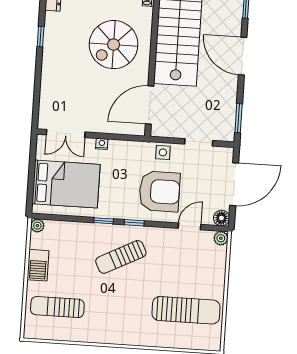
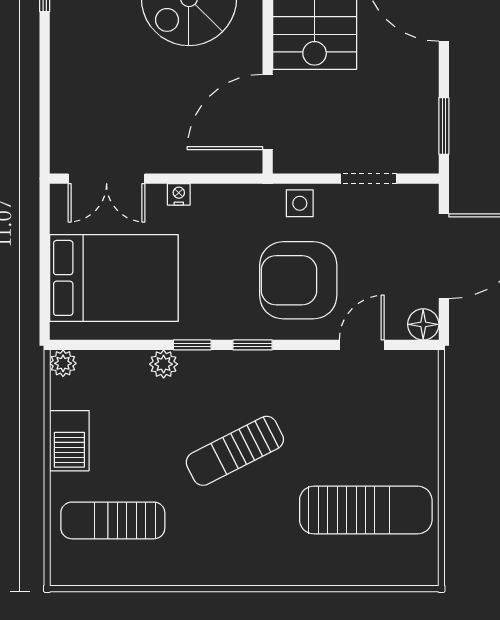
armchair: (160, 191) -> (298, 280), turned 180
plant: (221, 238) -> (164, 364), moved
sun lounger: (121, 257) -> (235, 451), moved

